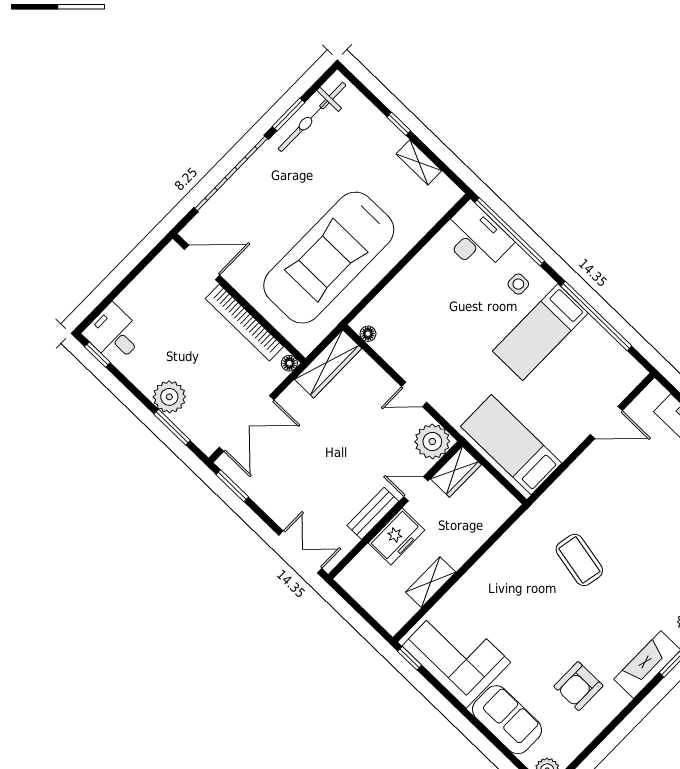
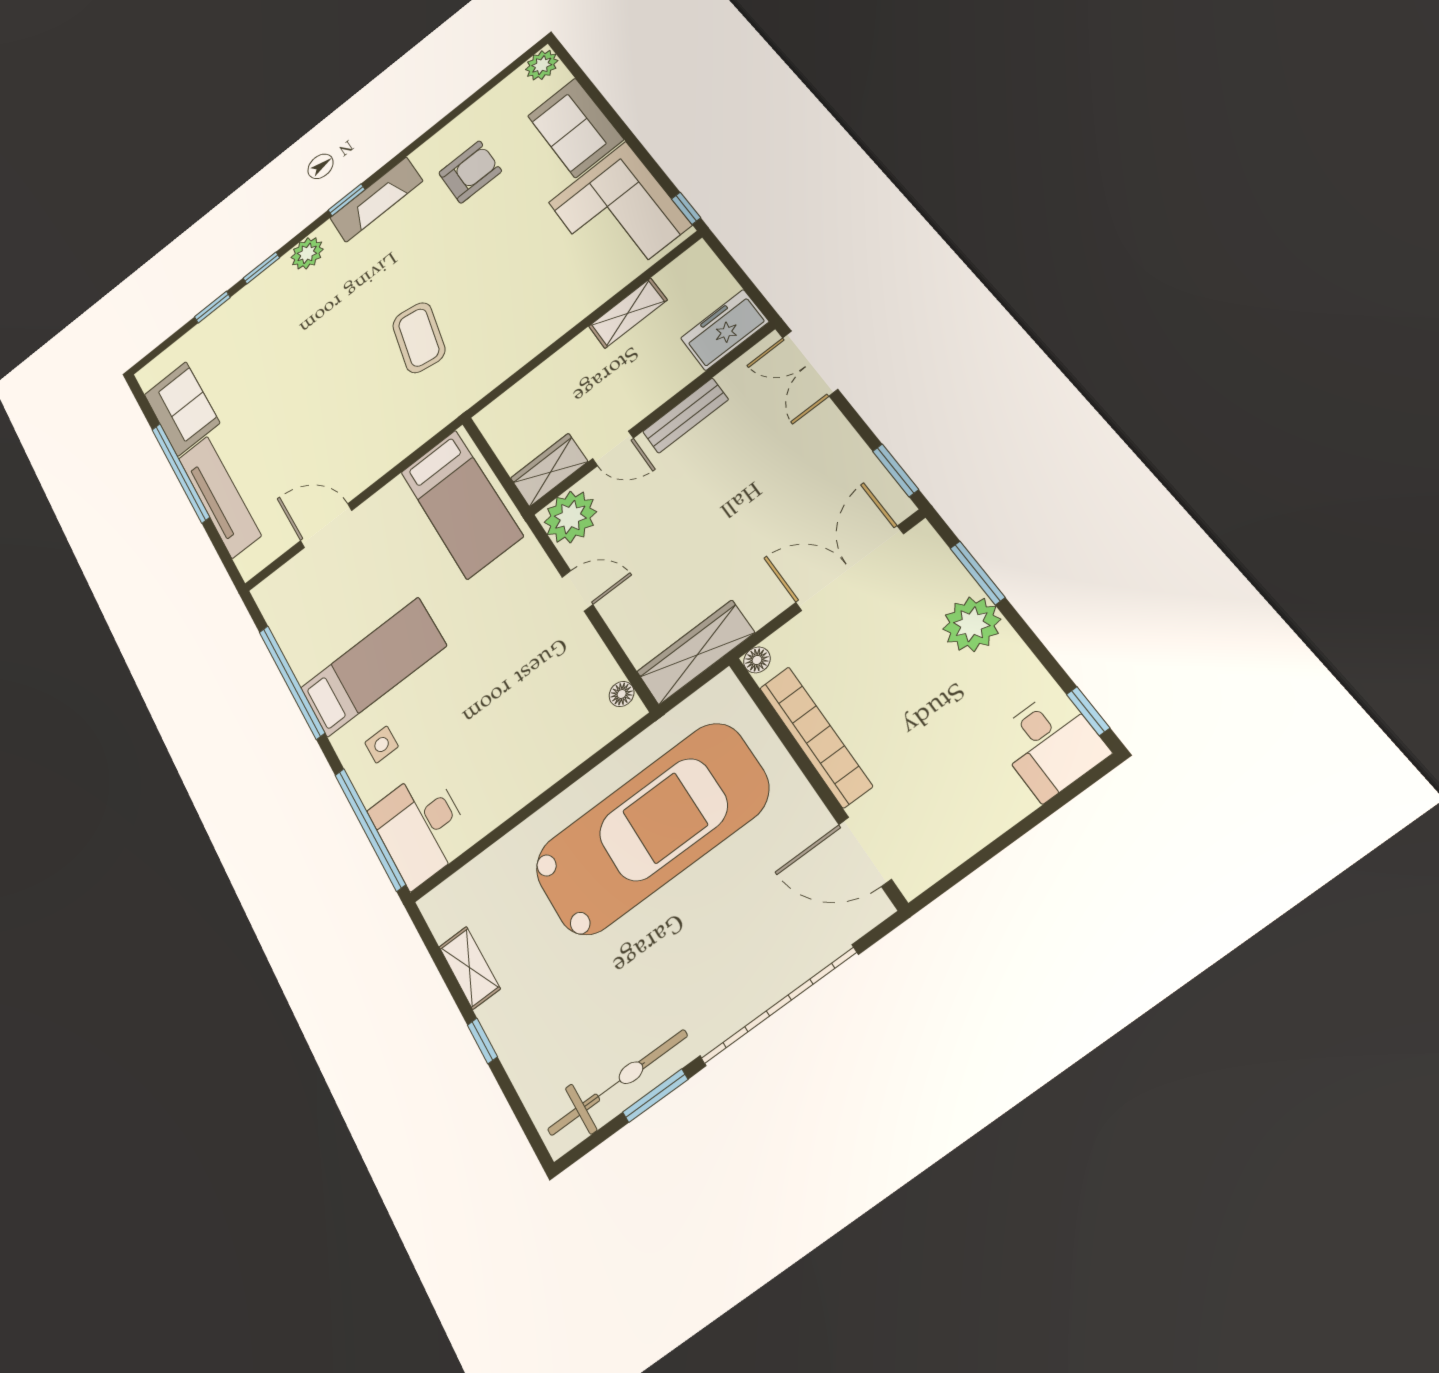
freezer: (396, 537) -> (725, 330), moved

